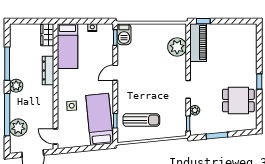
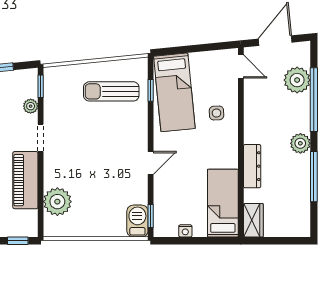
piano: (198, 43) -> (25, 180), moved

